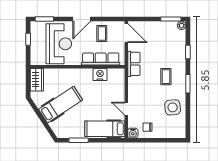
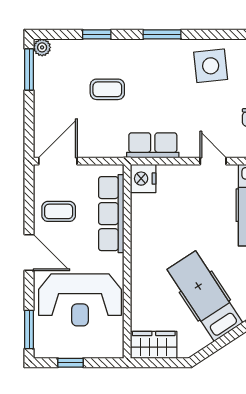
reception desk: (59, 44) -> (80, 300), turned 180
row of seats: (134, 64) -> (153, 145), moved
nightstand: (100, 75) -> (143, 179), moved
coffee table: (166, 77) -> (107, 89), moved
door: (126, 109) -> (213, 161), swing flipped

